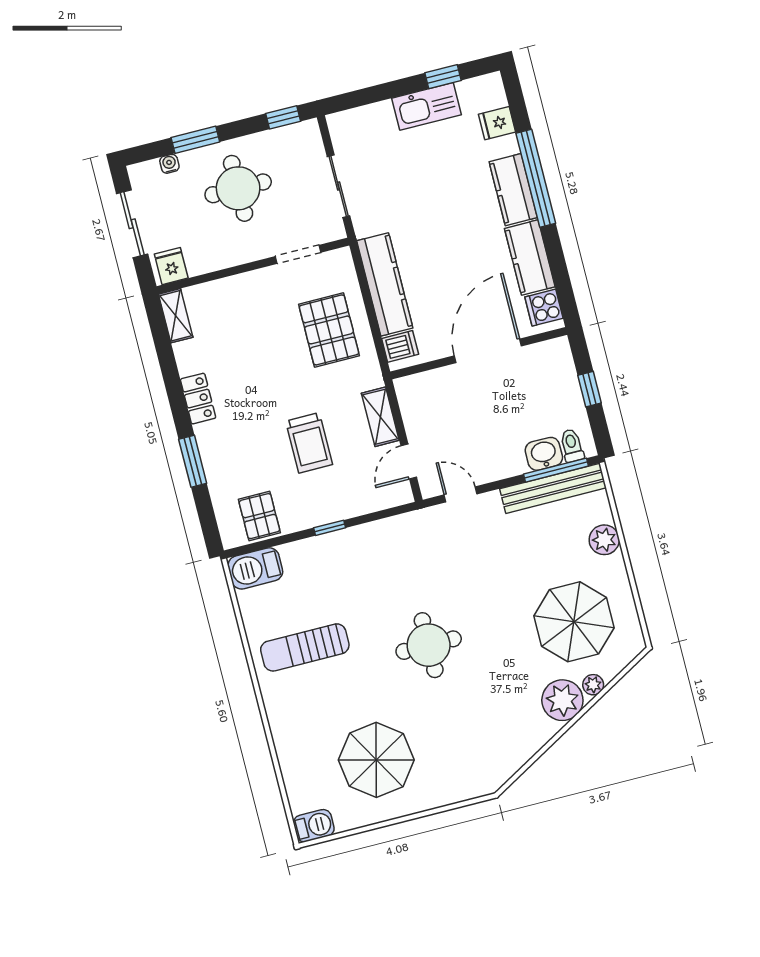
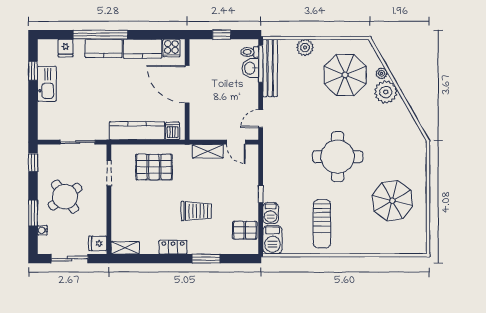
round table: (238, 188) -> (65, 197), turned -36
trolley: (309, 443) -> (196, 211), moved
round table: (429, 645) -> (338, 157), width x1.36, depth x1.36
barbecue: (314, 826) -> (271, 213), moved, turned 180

